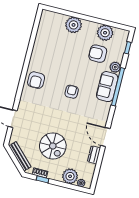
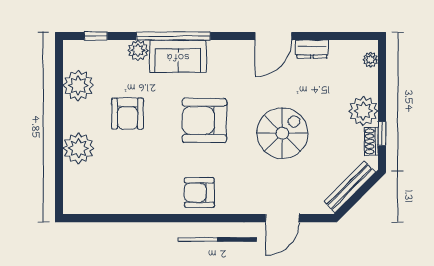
armchair: (98, 54) -> (128, 114), moved
armchair: (36, 80) -> (199, 193), turned 180
armchair: (72, 92) -> (204, 120), width x1.88, depth x1.88
spiral stairs: (53, 146) -> (282, 133), moved
plant: (70, 176) -> (363, 111), moved

